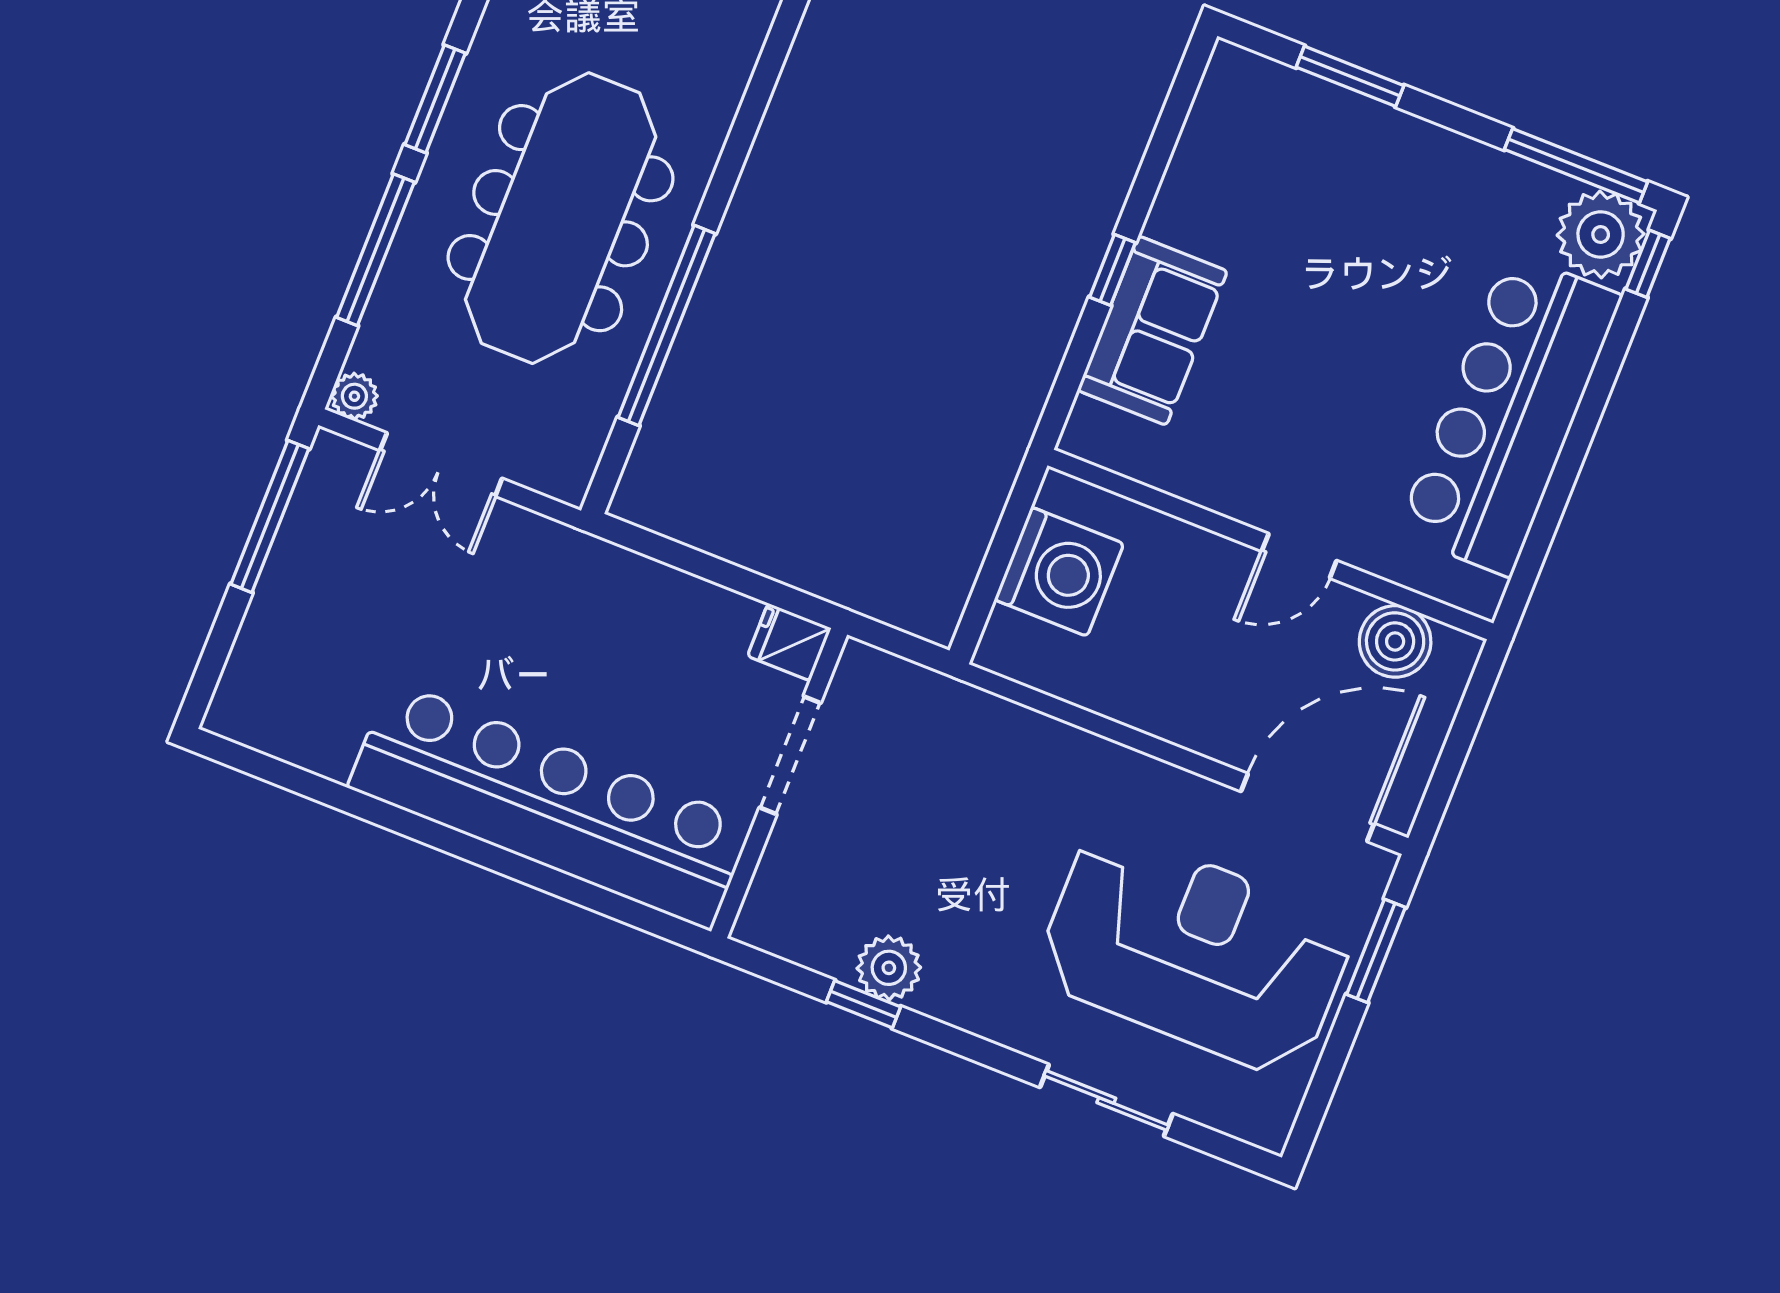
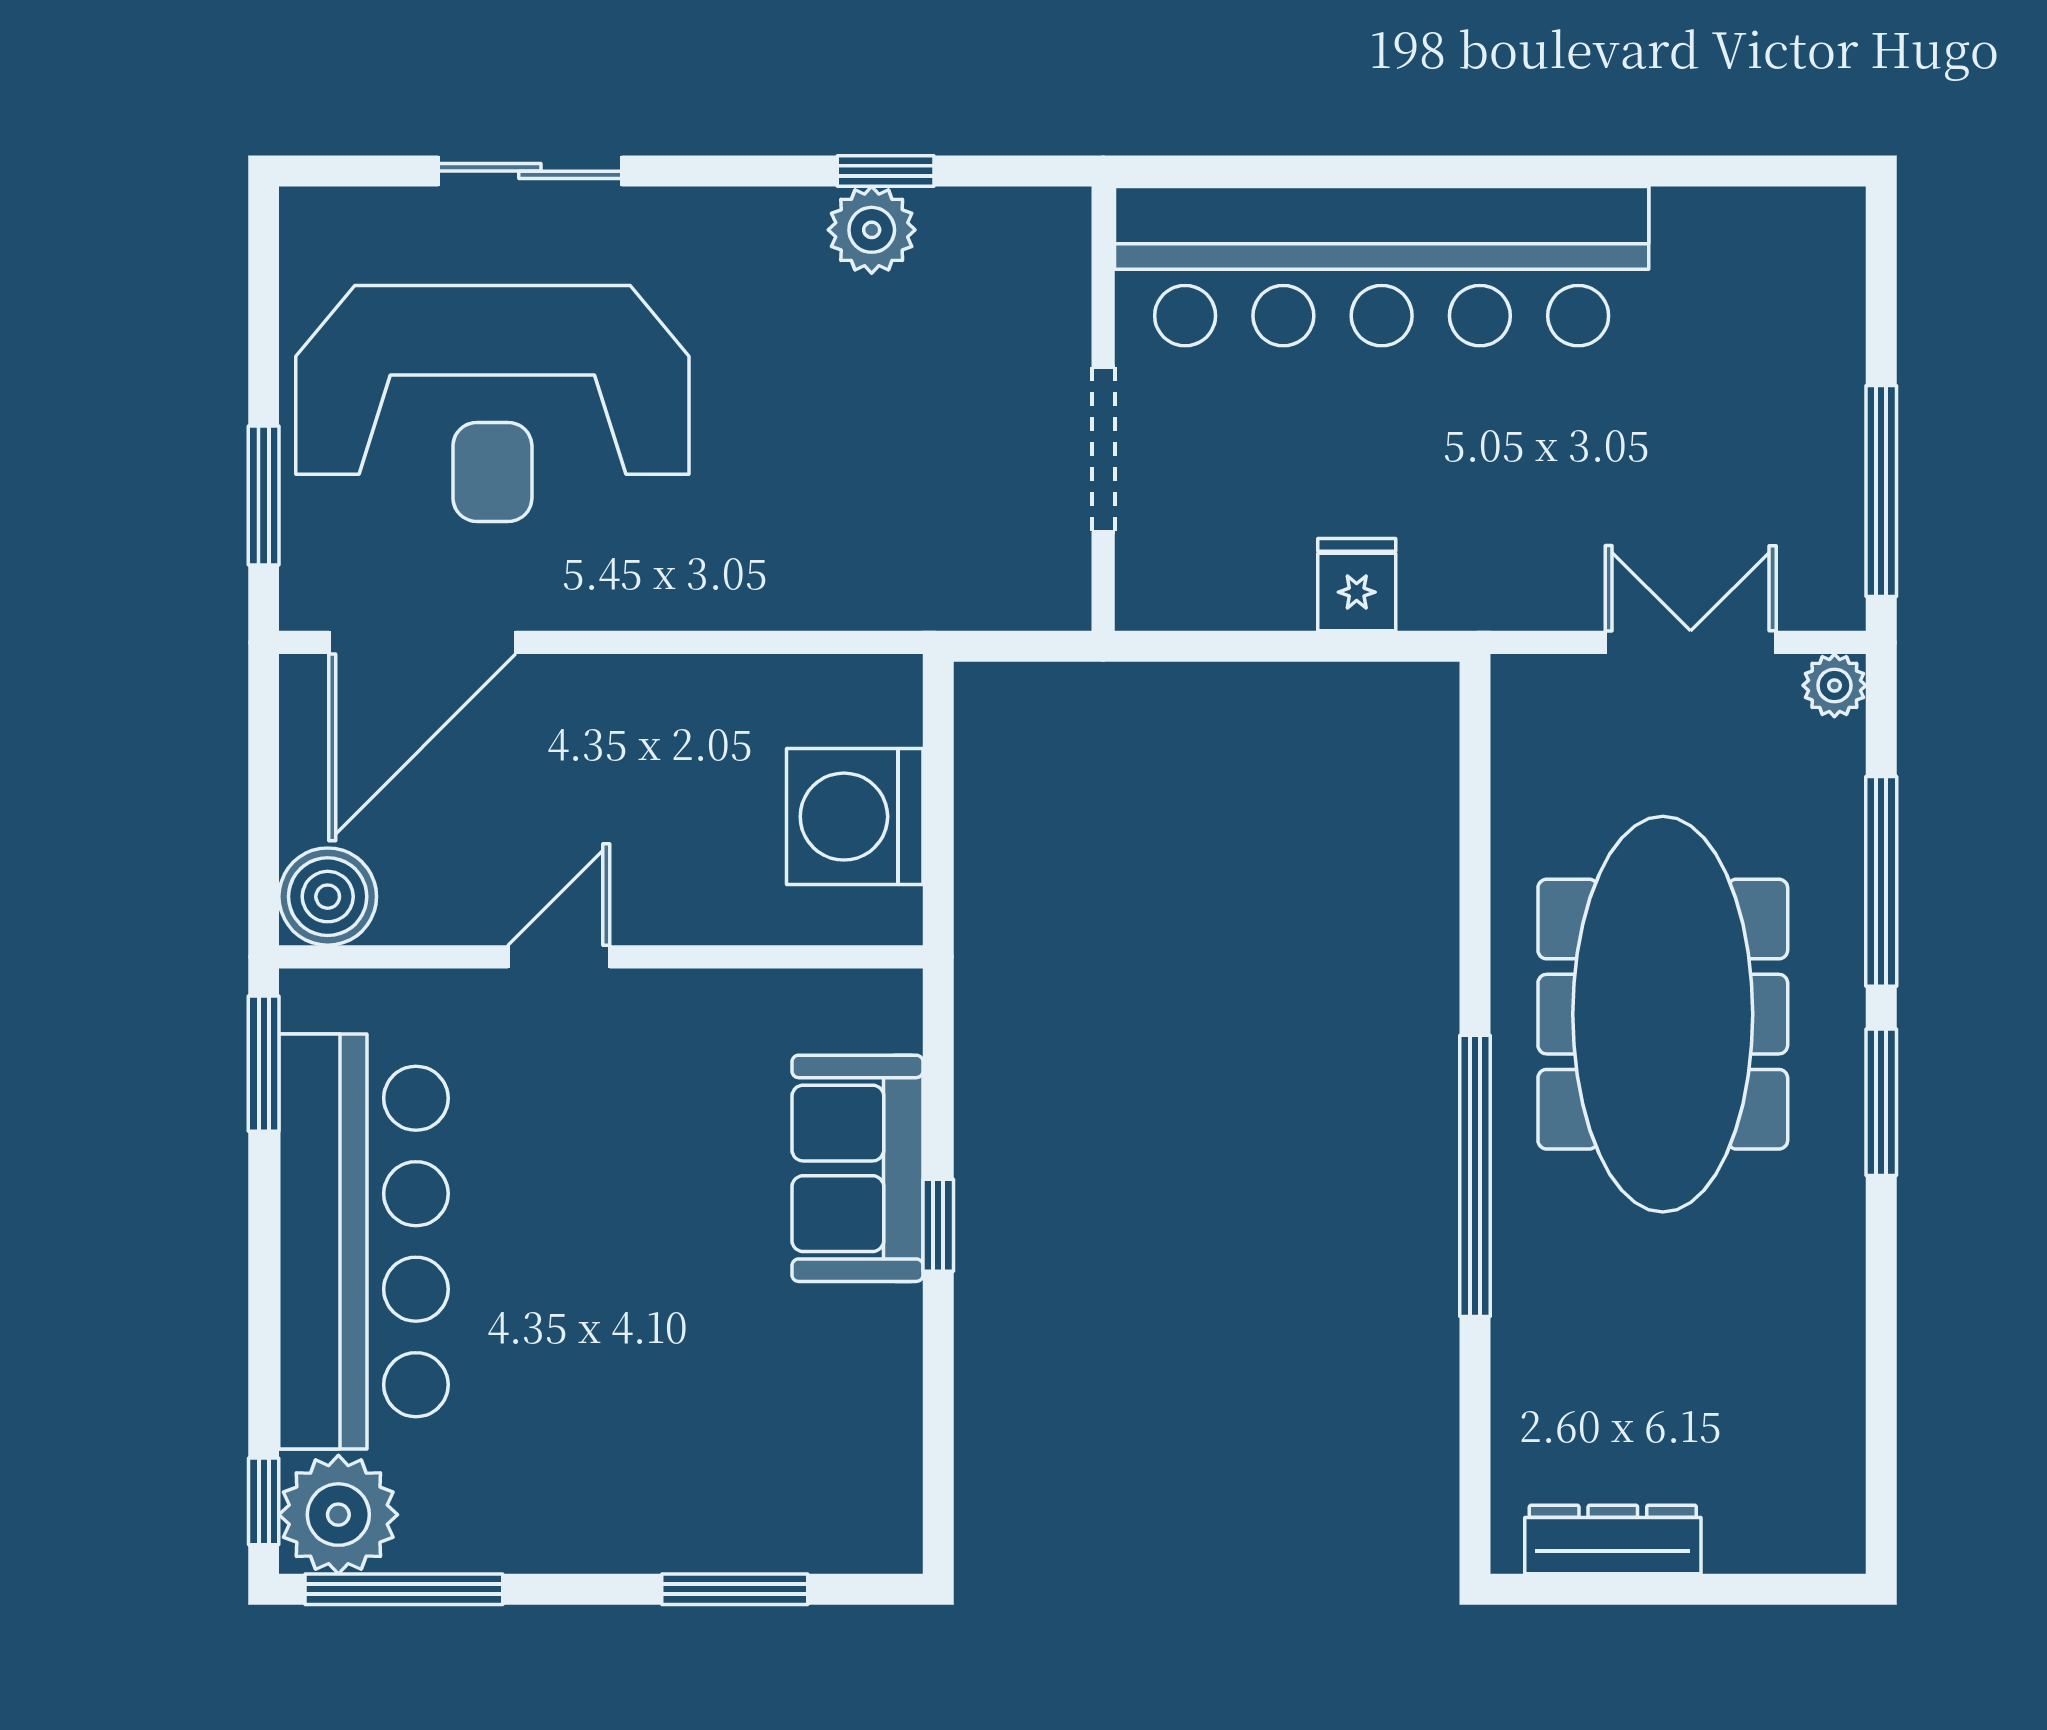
window: (667, 325) -> (1475, 1176), moved
window: (1530, 563) -> (264, 1064), added
boiler: (1395, 641) -> (328, 897), moved
fridge: (789, 642) -> (1357, 585), moved, turned -90

